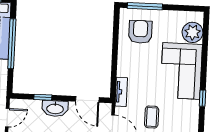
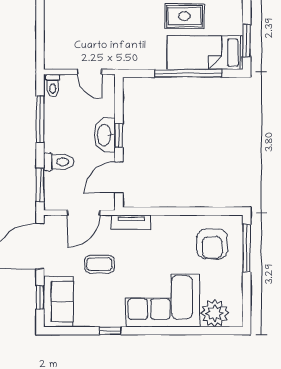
armchair: (140, 32) -> (212, 244), turned 90
window: (43, 97) -> (119, 135), moved
window: (203, 98) -> (110, 331), moved

